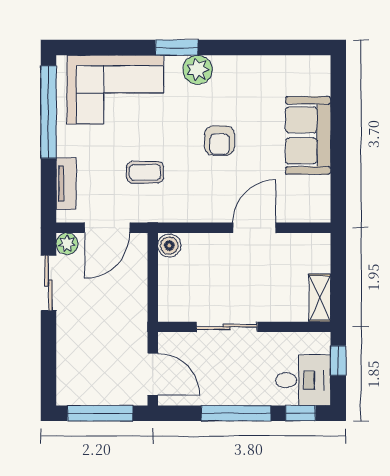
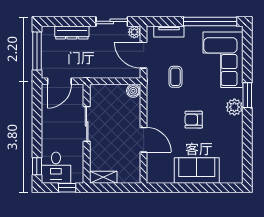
dresser: (68, 352) -> (72, 32), added
window: (236, 413) -> (37, 129), removed

